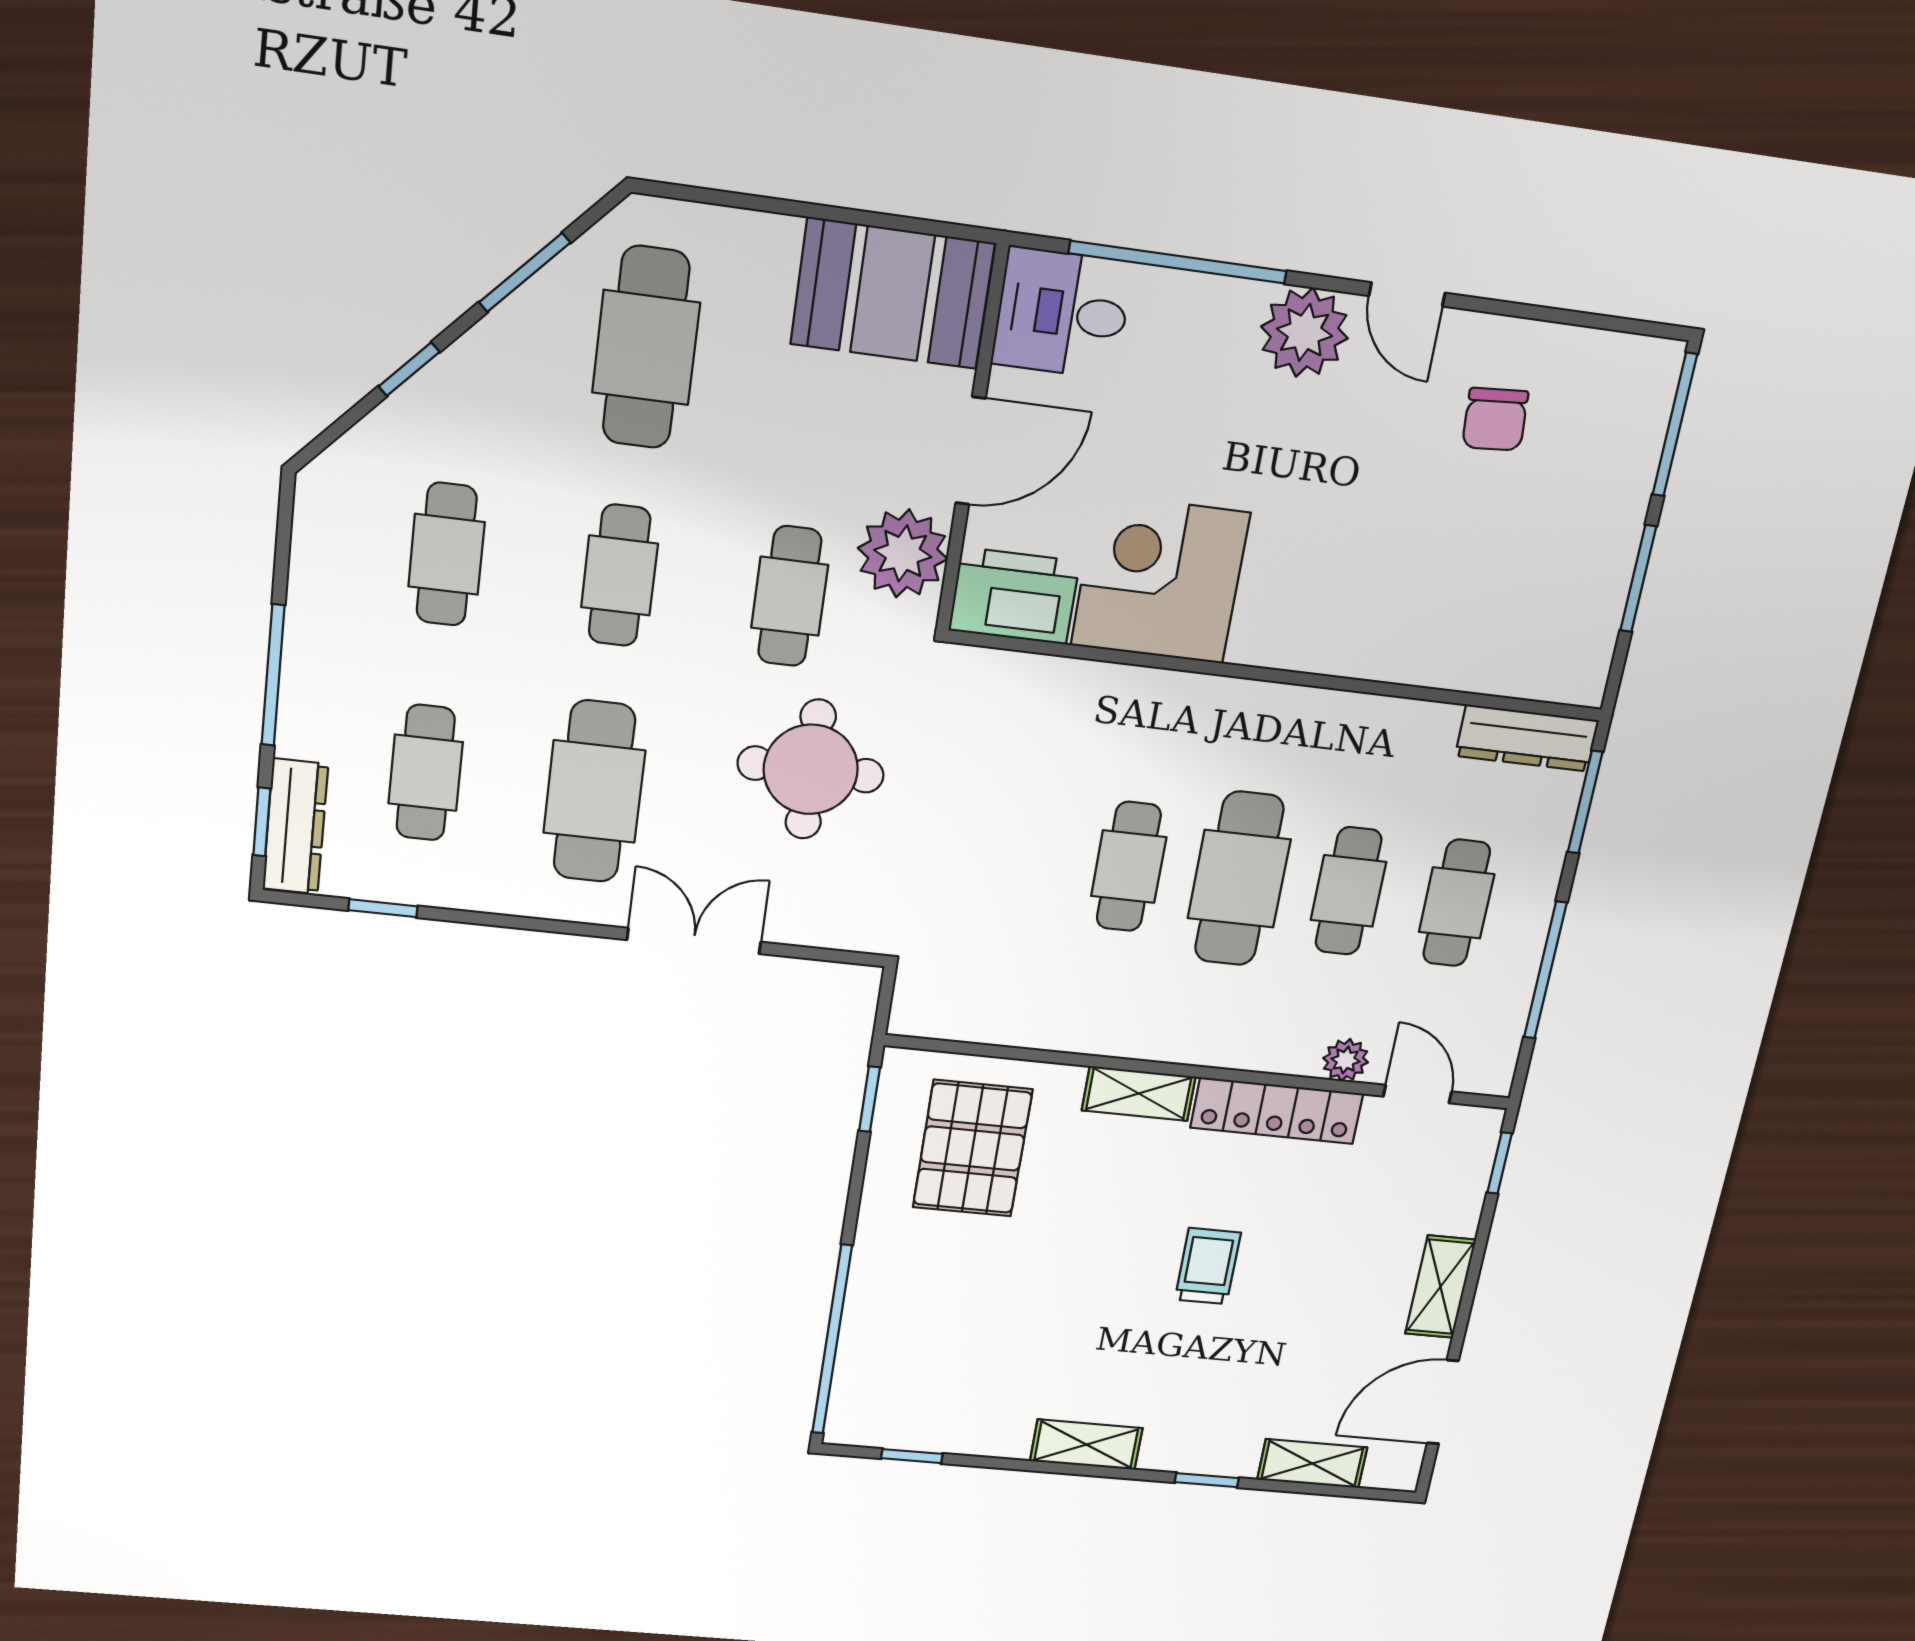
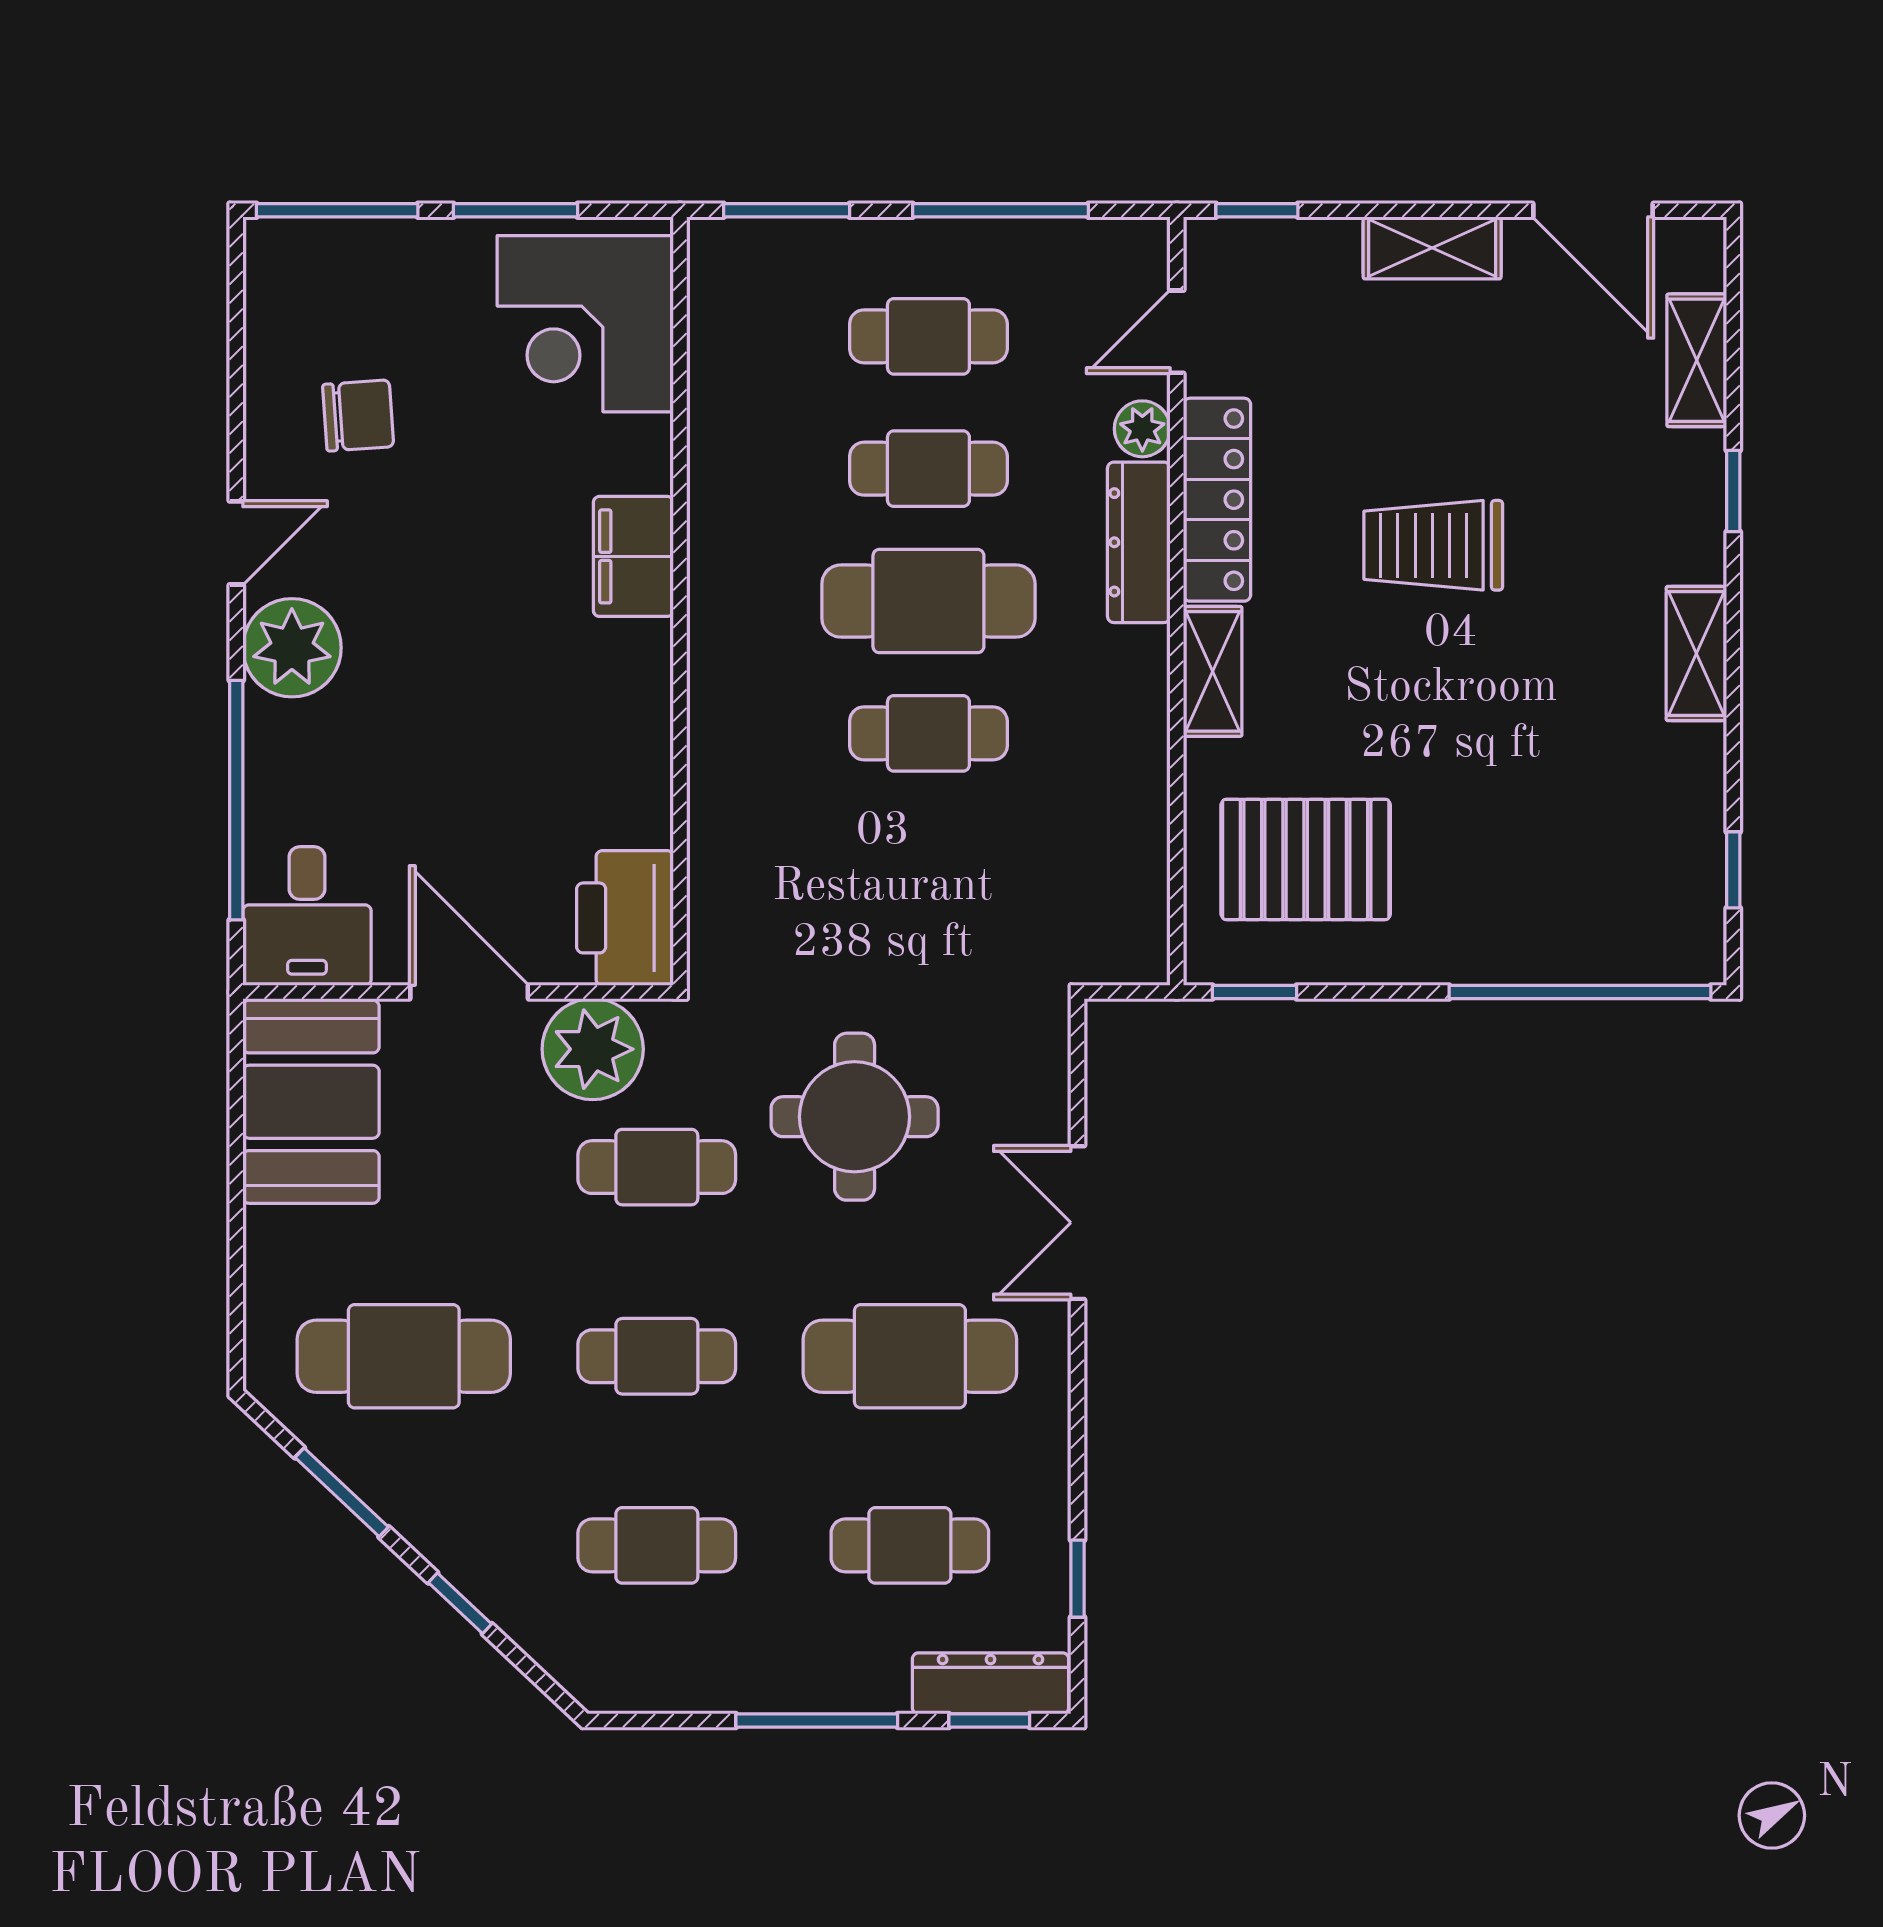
corner desk: (1160, 579) -> (585, 324), moved
filing cabinet: (1325, 641) -> (633, 556), added
dresser: (1527, 738) -> (1139, 542), moved, turned 180
trolley: (1208, 1266) -> (1433, 545), width x1.36, depth x1.39

